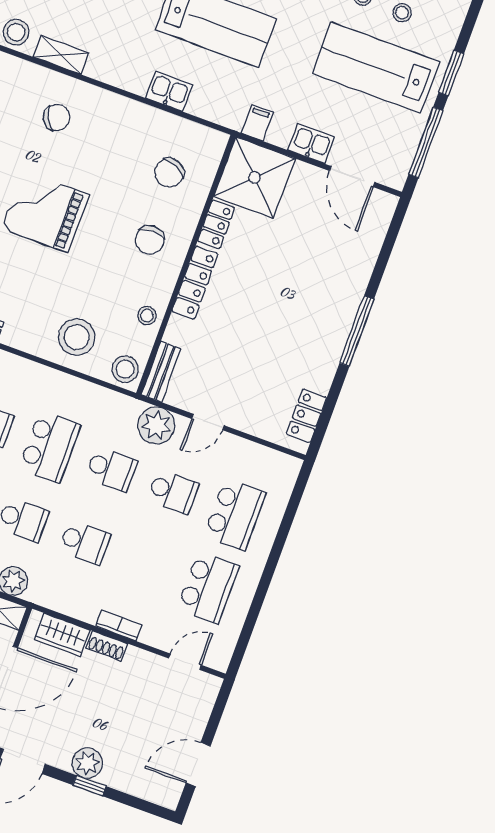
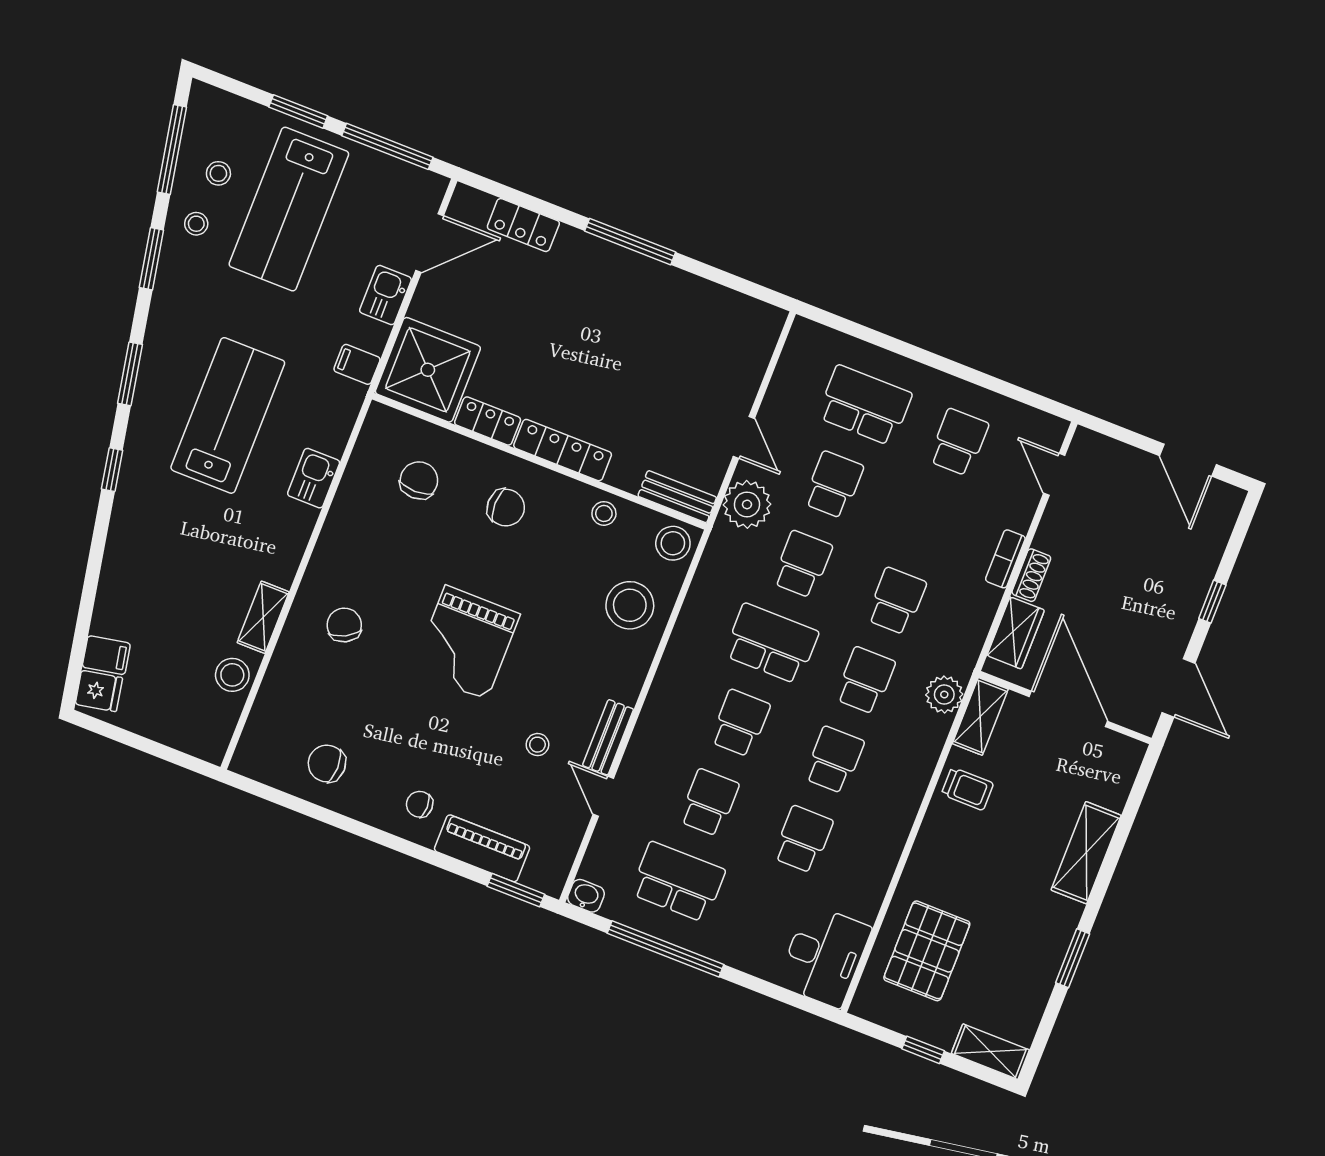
chair: (169, 173) -> (419, 480), turned -115
locker: (306, 416) -> (523, 225), moved
school desk: (208, 588) -> (959, 442), width x0.54
plant: (87, 763) -> (1183, 604), removed

